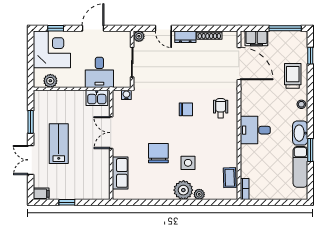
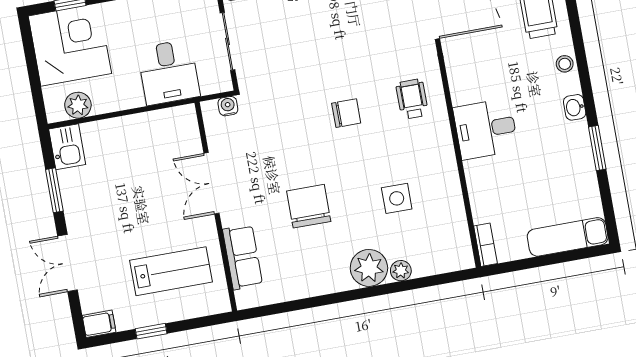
kitchen sink: (97, 98) -> (67, 147), moved, turned -90
washbasin: (300, 133) -> (575, 107), width x0.52, depth x0.69
lab bench: (59, 144) -> (171, 271), moved, turned 90
side table: (188, 163) -> (397, 198), moved
exam couch: (300, 167) -> (568, 237), moved, turned 90
coffee table: (230, 178) -> (453, 228), removed

